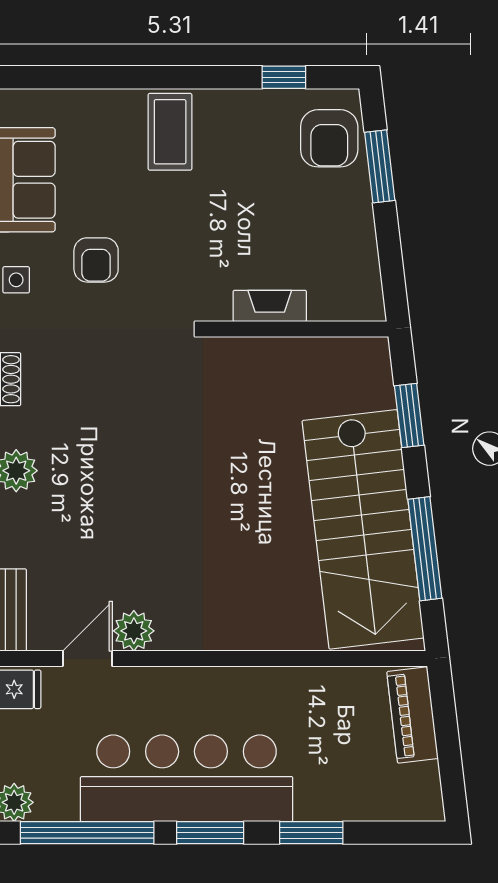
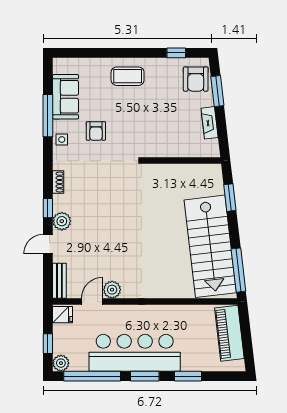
coffee table: (170, 132) -> (128, 76), turned 90
fireplace: (270, 306) -> (210, 123), moved, turned -97
window: (425, 549) -> (238, 270), moved
piano: (413, 715) -> (229, 333), width x1.37, depth x1.33

